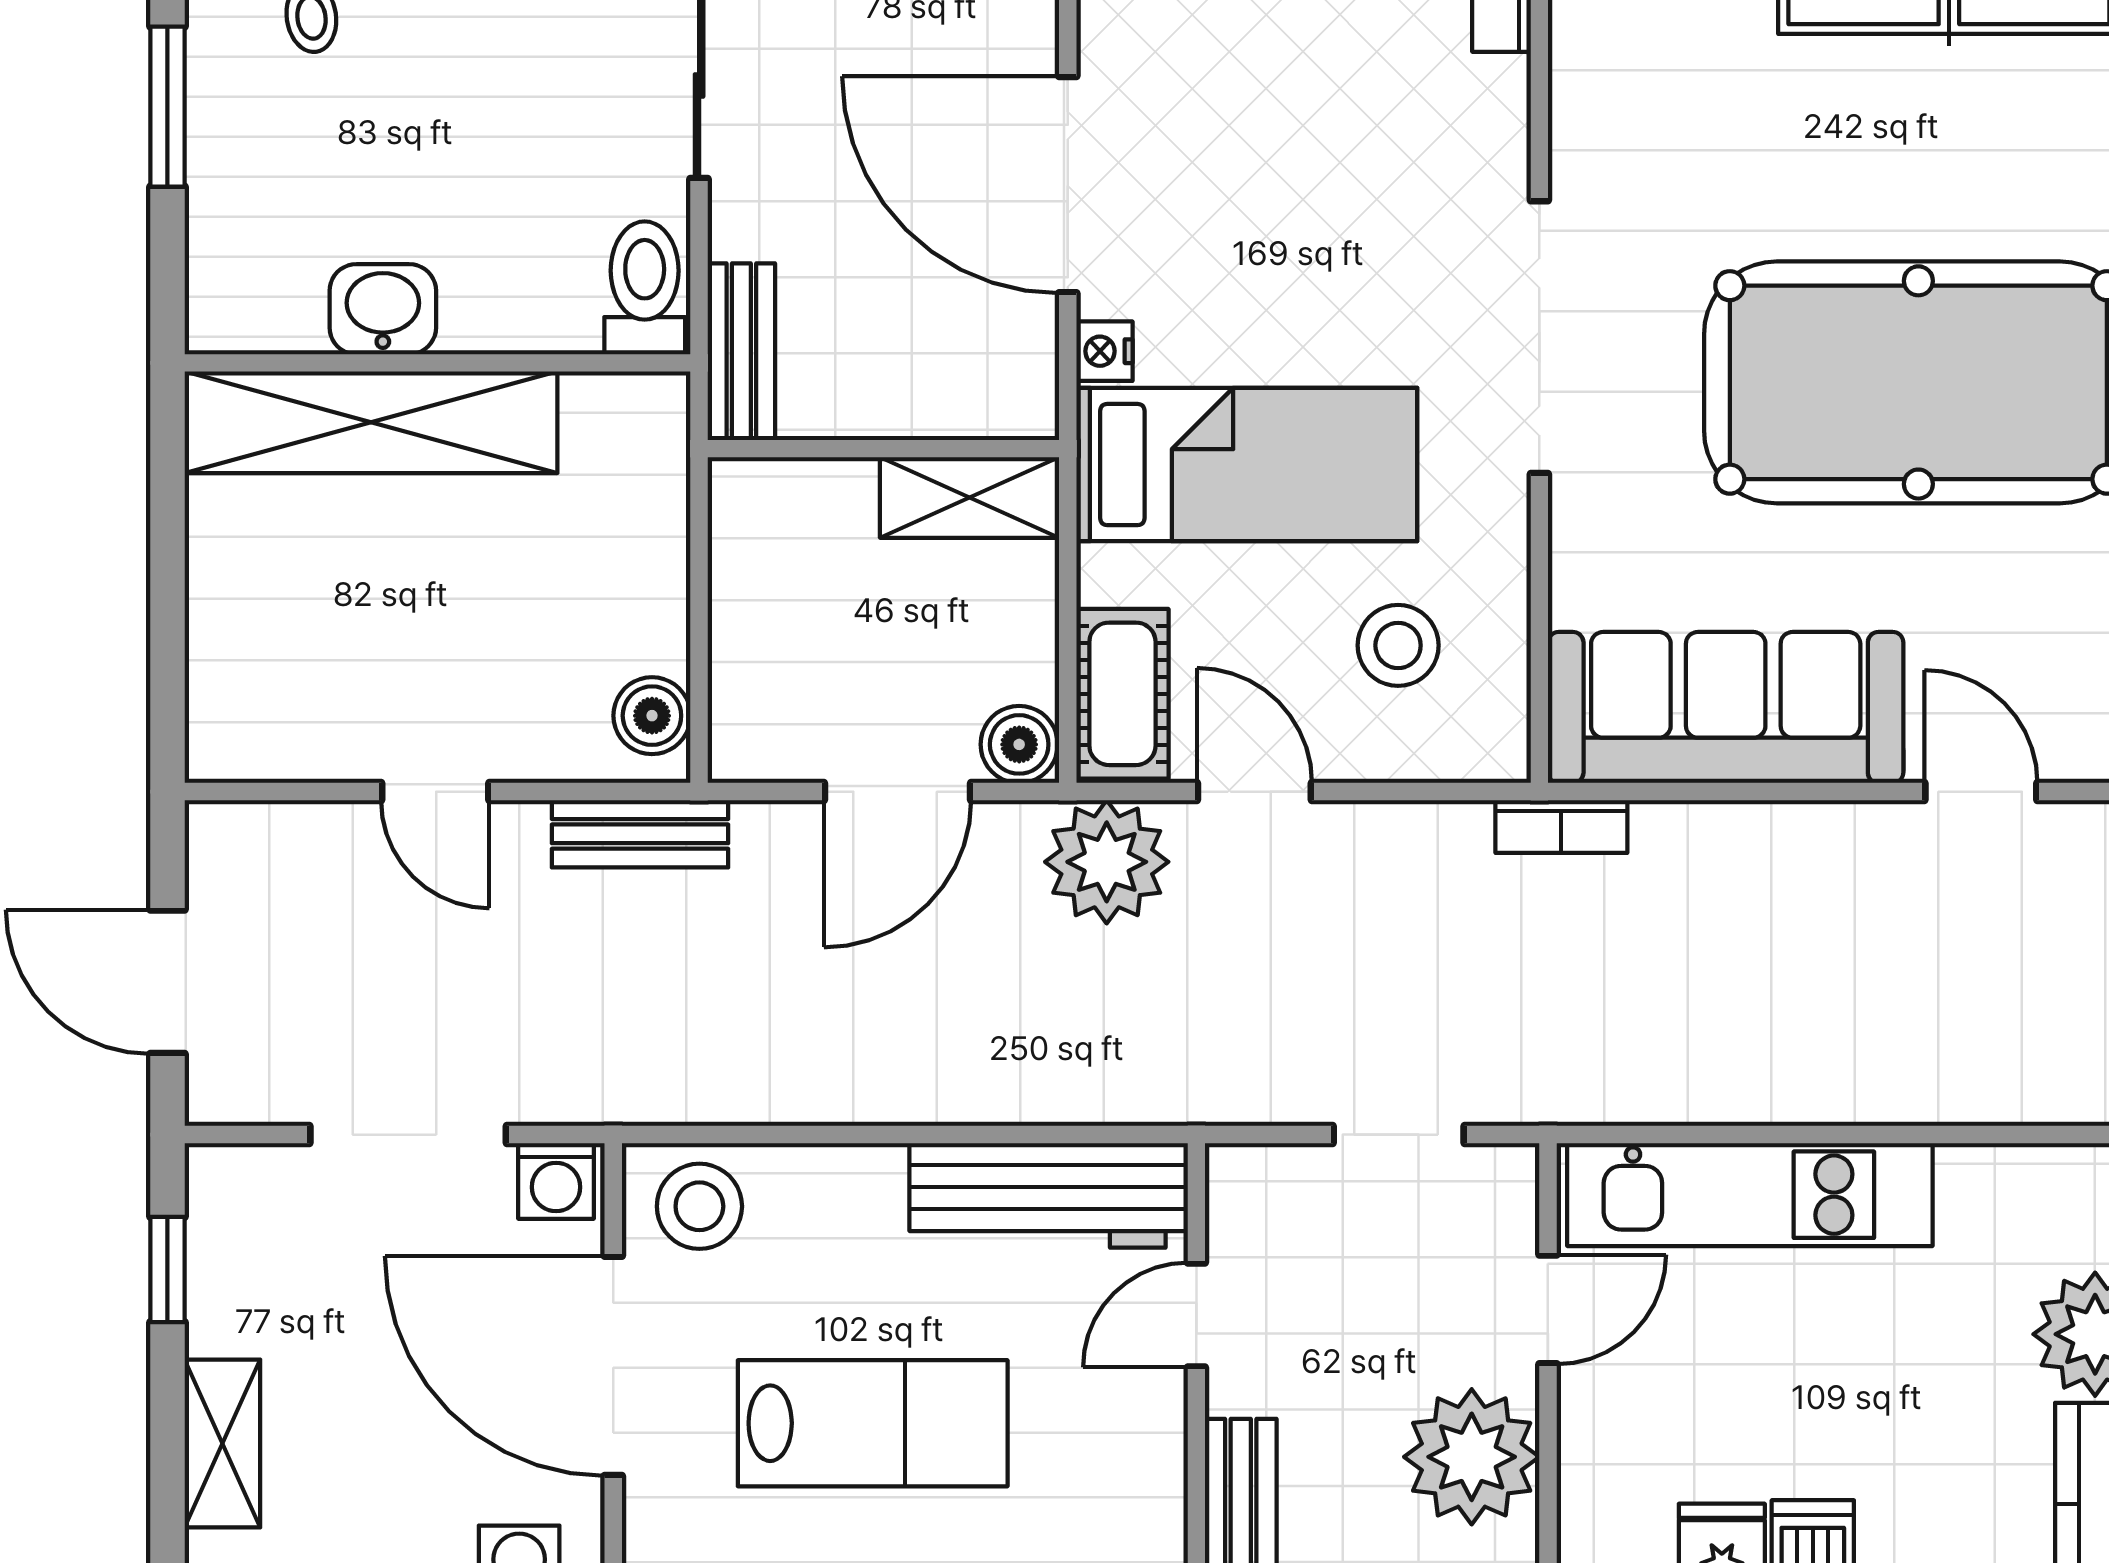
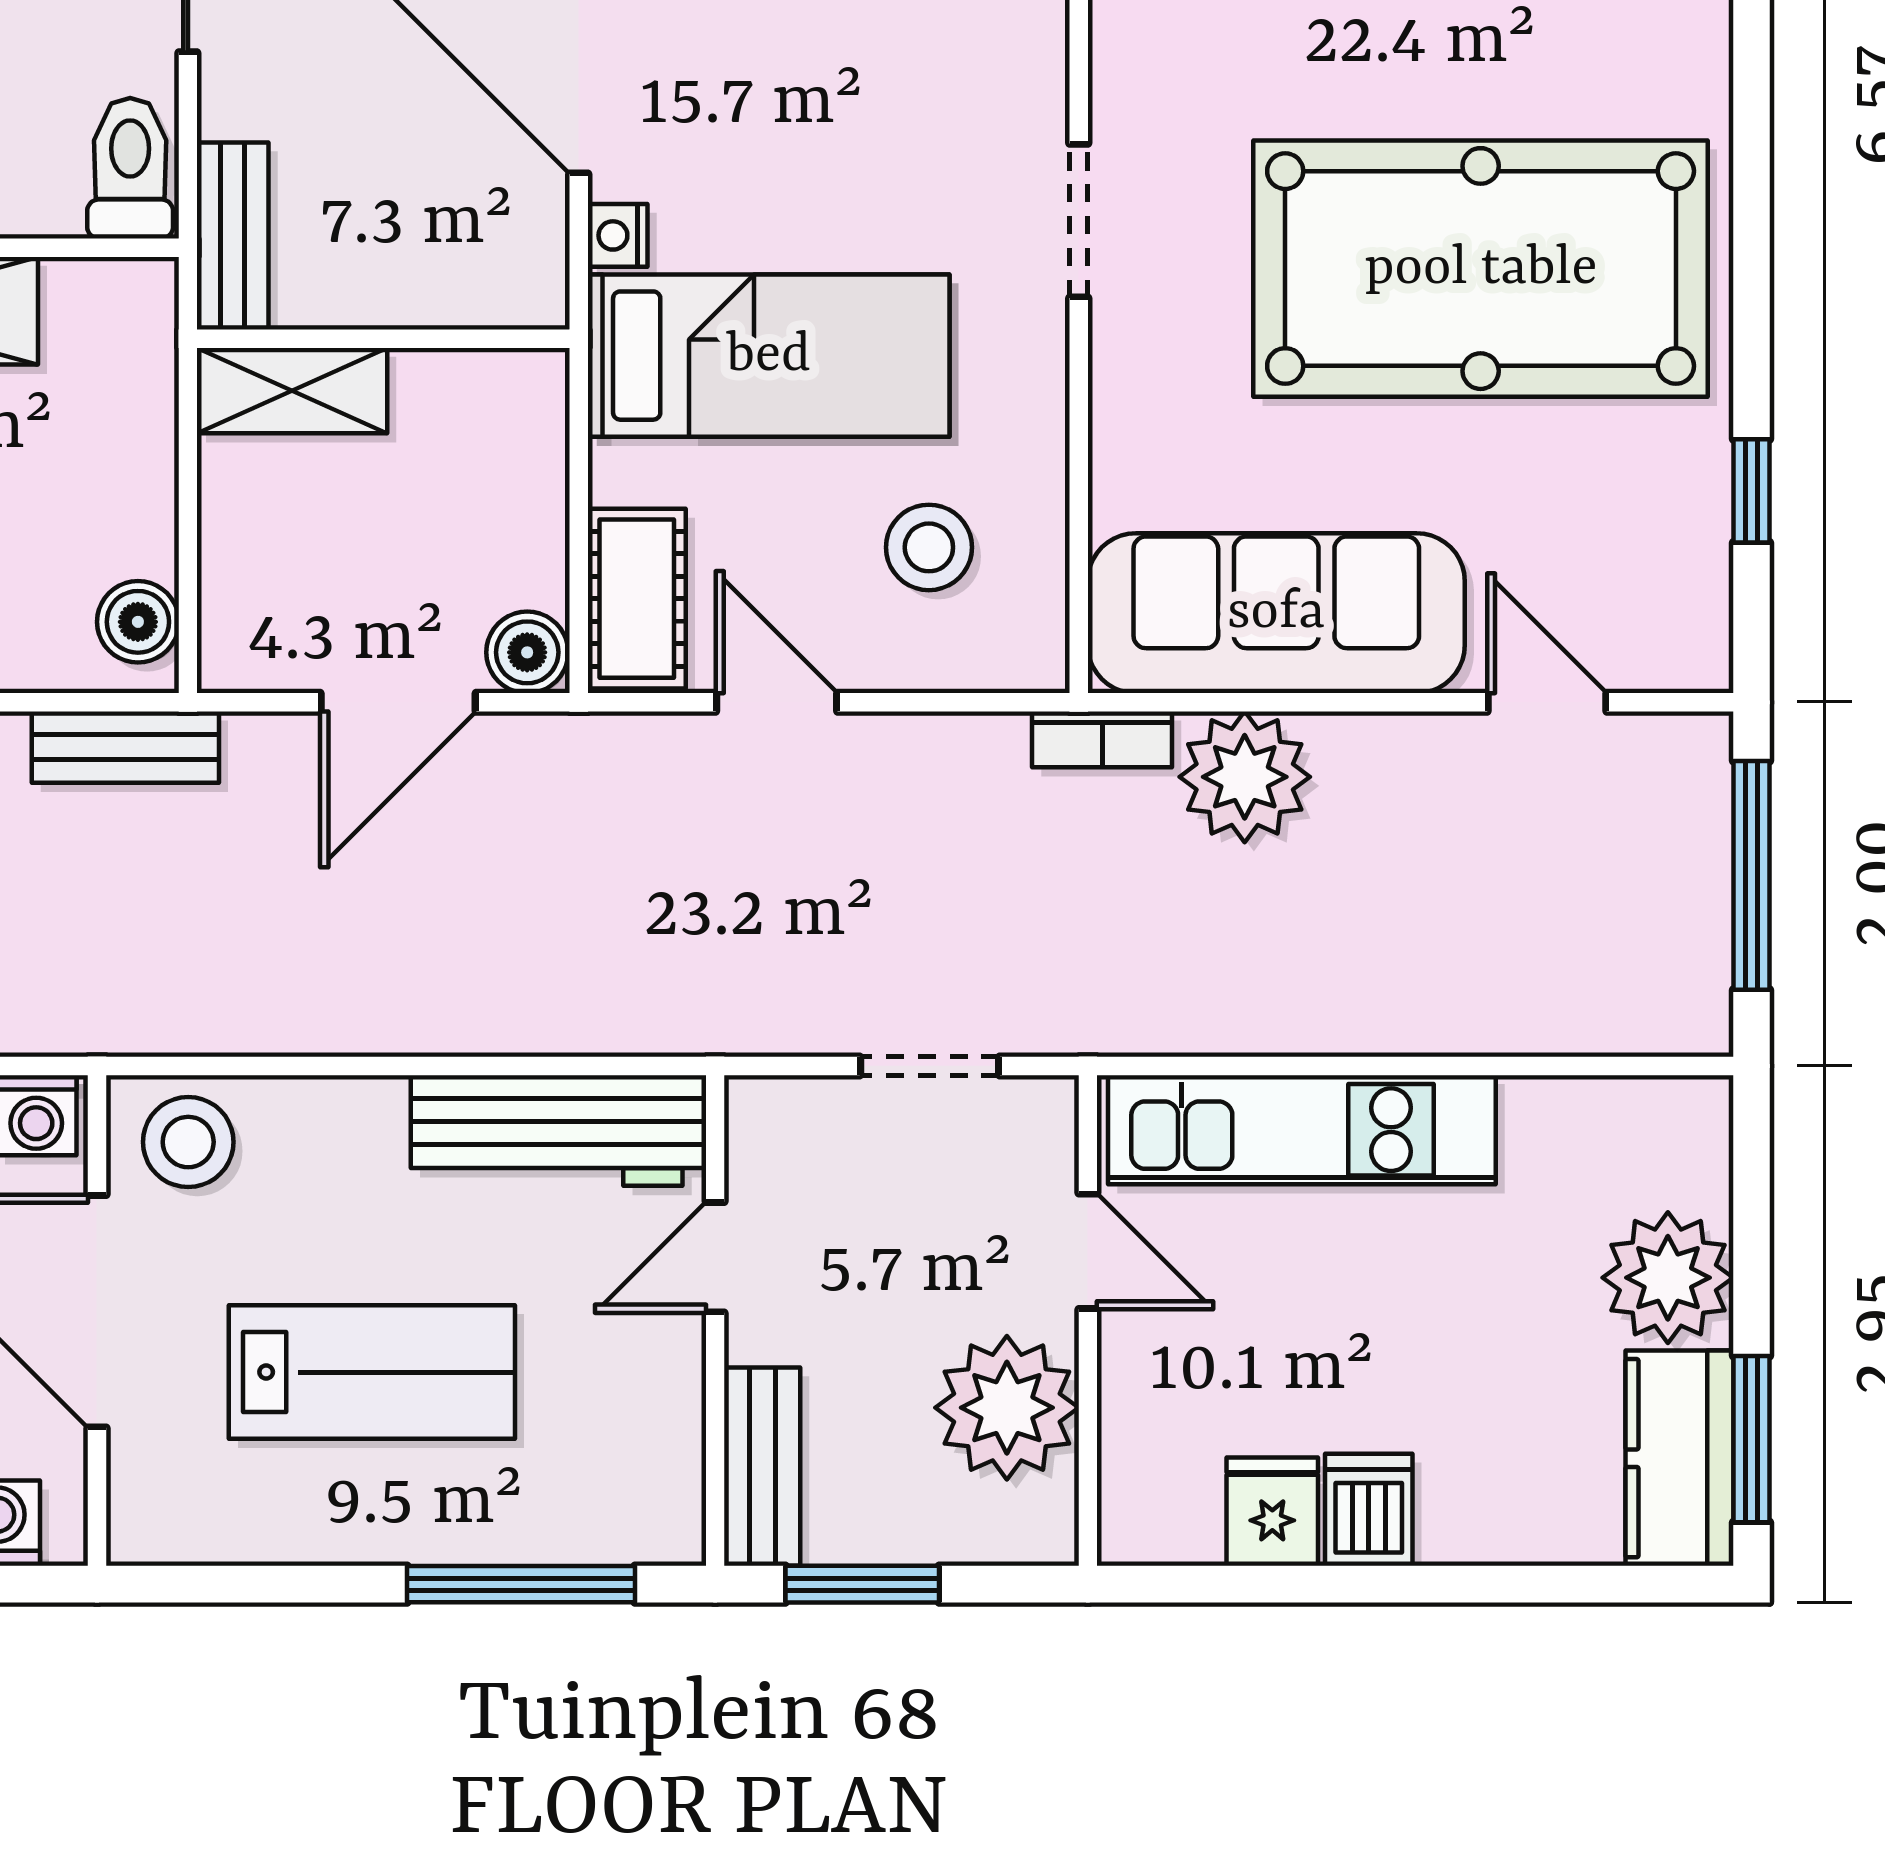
doorway: (1539, 337) -> (1079, 221), width x0.53
shelving: (970, 497) -> (292, 391), moved
plant: (1107, 862) -> (1245, 777), moved
door: (1548, 1309) -> (1088, 1251), hinge flipped

